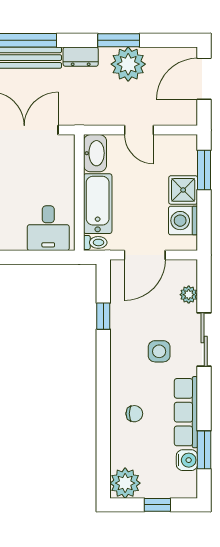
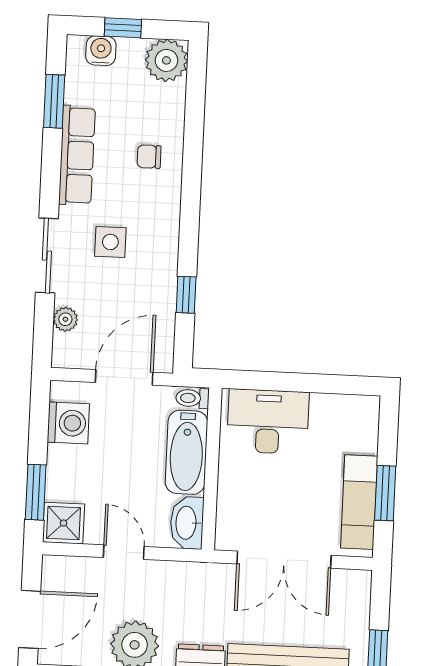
shower: (183, 190) -> (64, 523), moved
desk: (48, 228) -> (268, 422), width x1.37
water cooler: (187, 460) -> (101, 51), moved, turned 90

